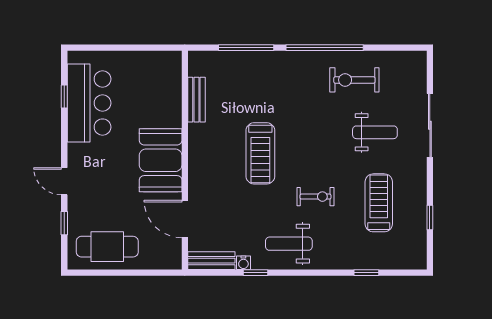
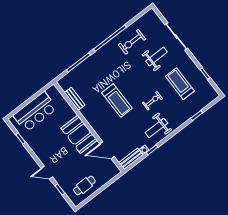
bar counter: (89, 103) -> (35, 112), moved, turned 90
cafe table: (107, 247) -> (84, 186), width x0.73, depth x0.74

